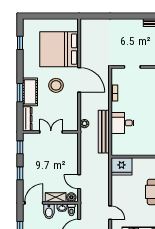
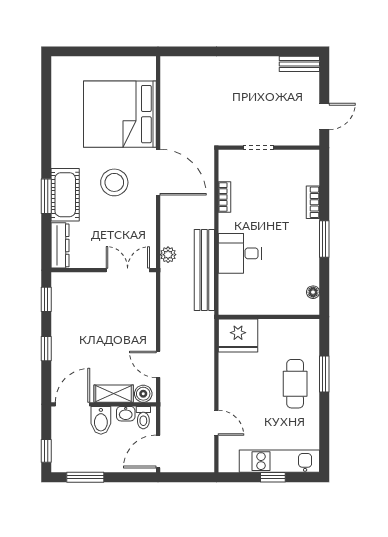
window: (20, 43) -> (46, 102), removed
double door: (51, 132) -> (128, 270), moved

